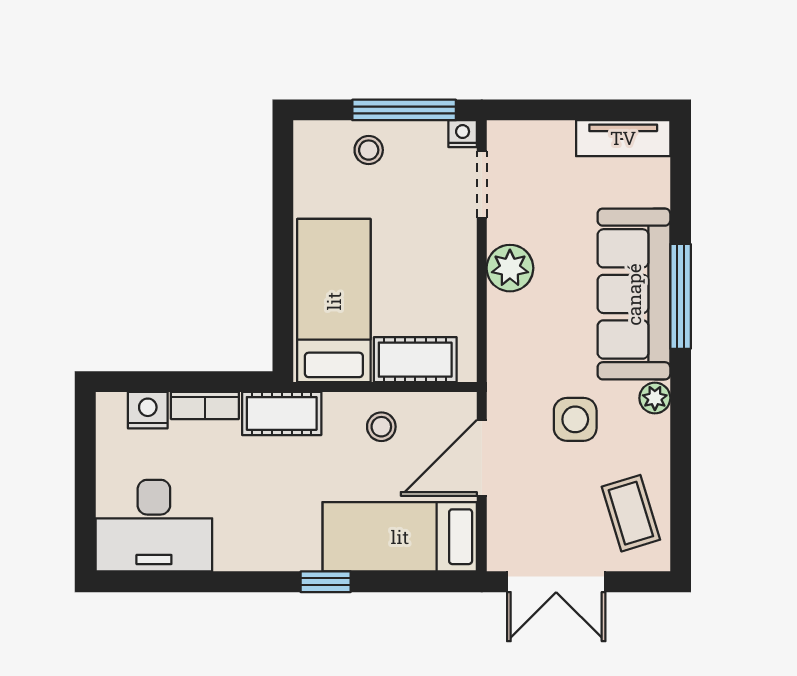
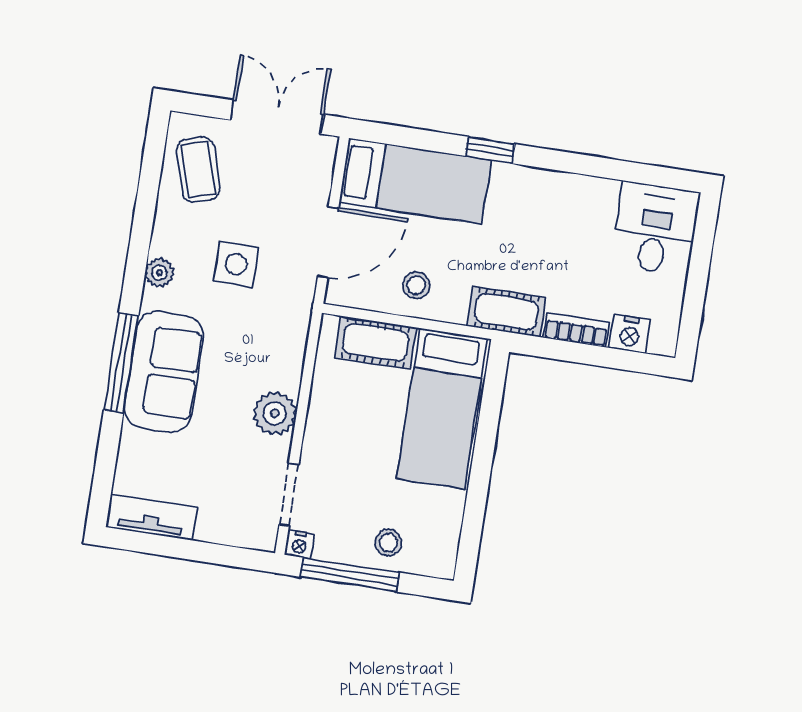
sofa: (634, 294) -> (164, 372), width x0.73
desk: (154, 526) -> (655, 229), width x0.73

